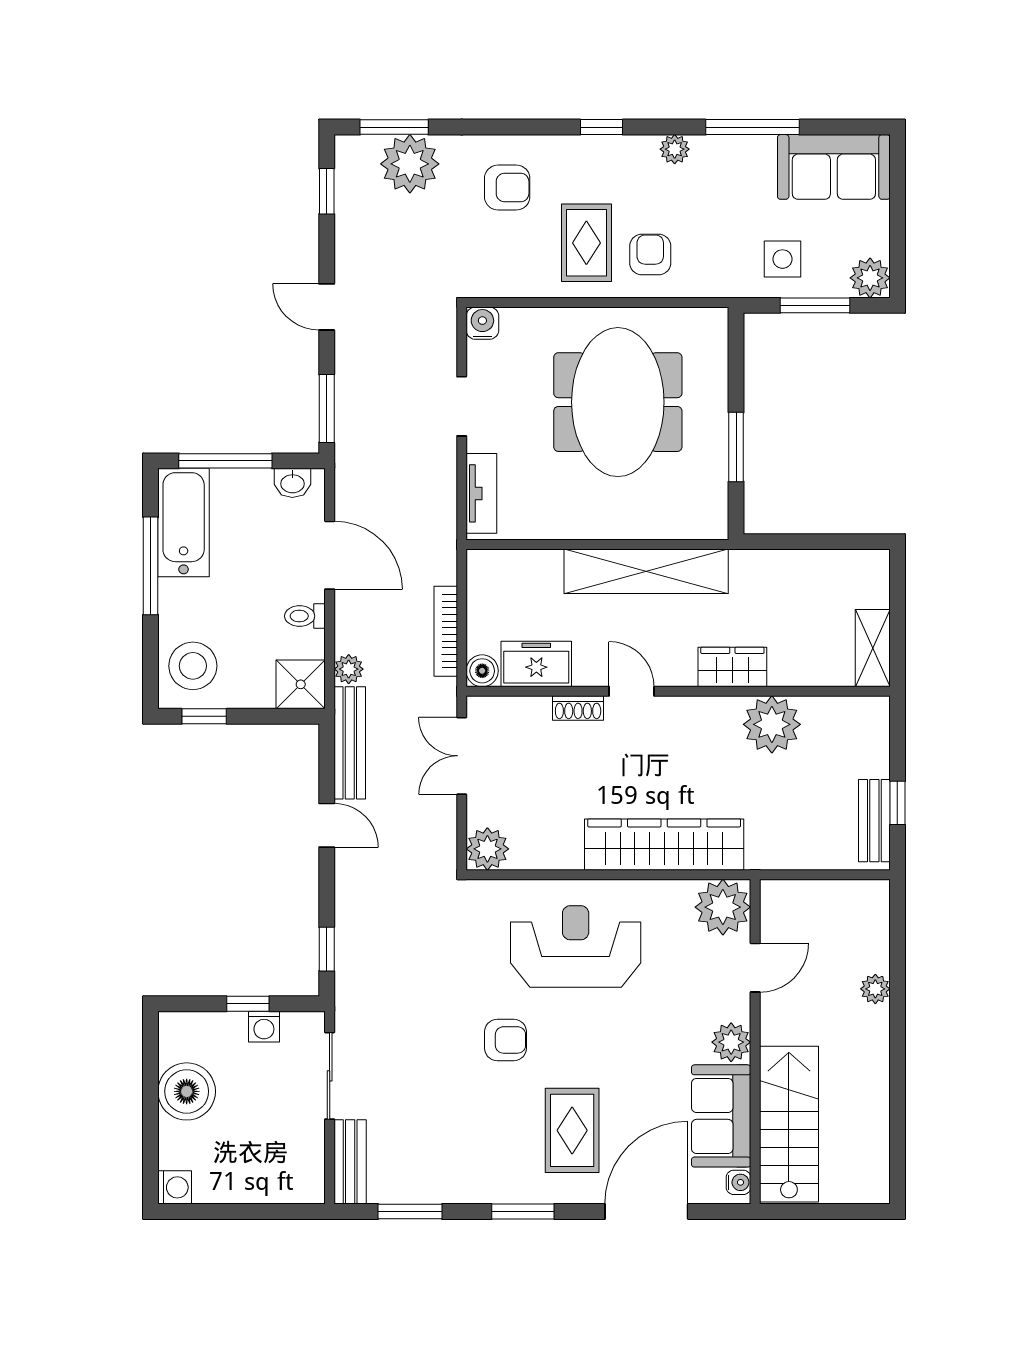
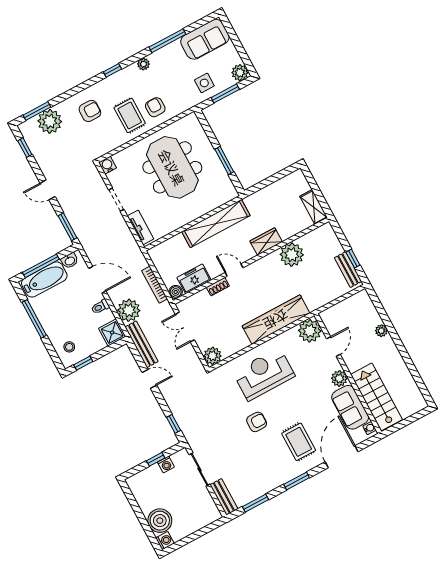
bathtub: (184, 523) -> (44, 279), moved, turned 90
stool: (193, 666) -> (69, 347), width x0.53, depth x0.53
plant: (349, 669) -> (129, 310), width x1.88, depth x1.88
boiler: (187, 1091) -> (160, 521), moved

